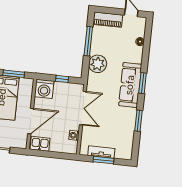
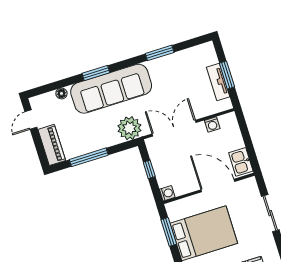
plant: (98, 64) -> (129, 128), moved
window: (143, 83) -> (96, 73), moved
sofa: (130, 85) -> (111, 89), width x1.36, depth x1.27
washing machine: (44, 89) -> (167, 193), width x0.53, depth x0.53

